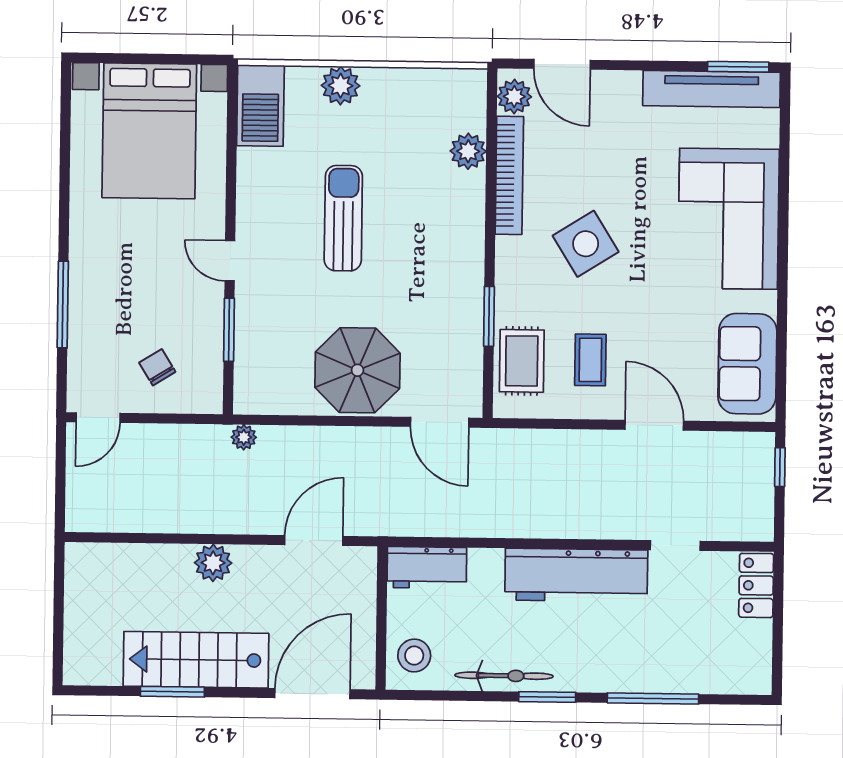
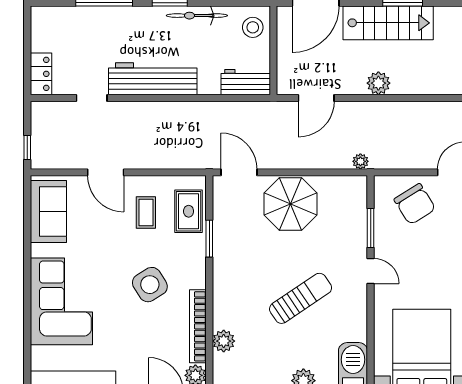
sun lounger: (343, 218) -> (301, 298), turned -124
chair: (157, 367) -> (415, 204), width x1.87, depth x1.87

